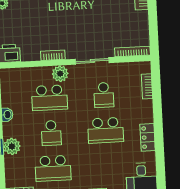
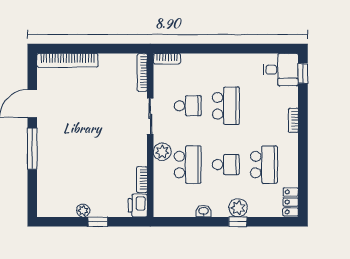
bookcase: (53, 55) -> (142, 180), moved
bookcase: (147, 86) -> (167, 59), moved
locker: (148, 137) -> (236, 61), removed

